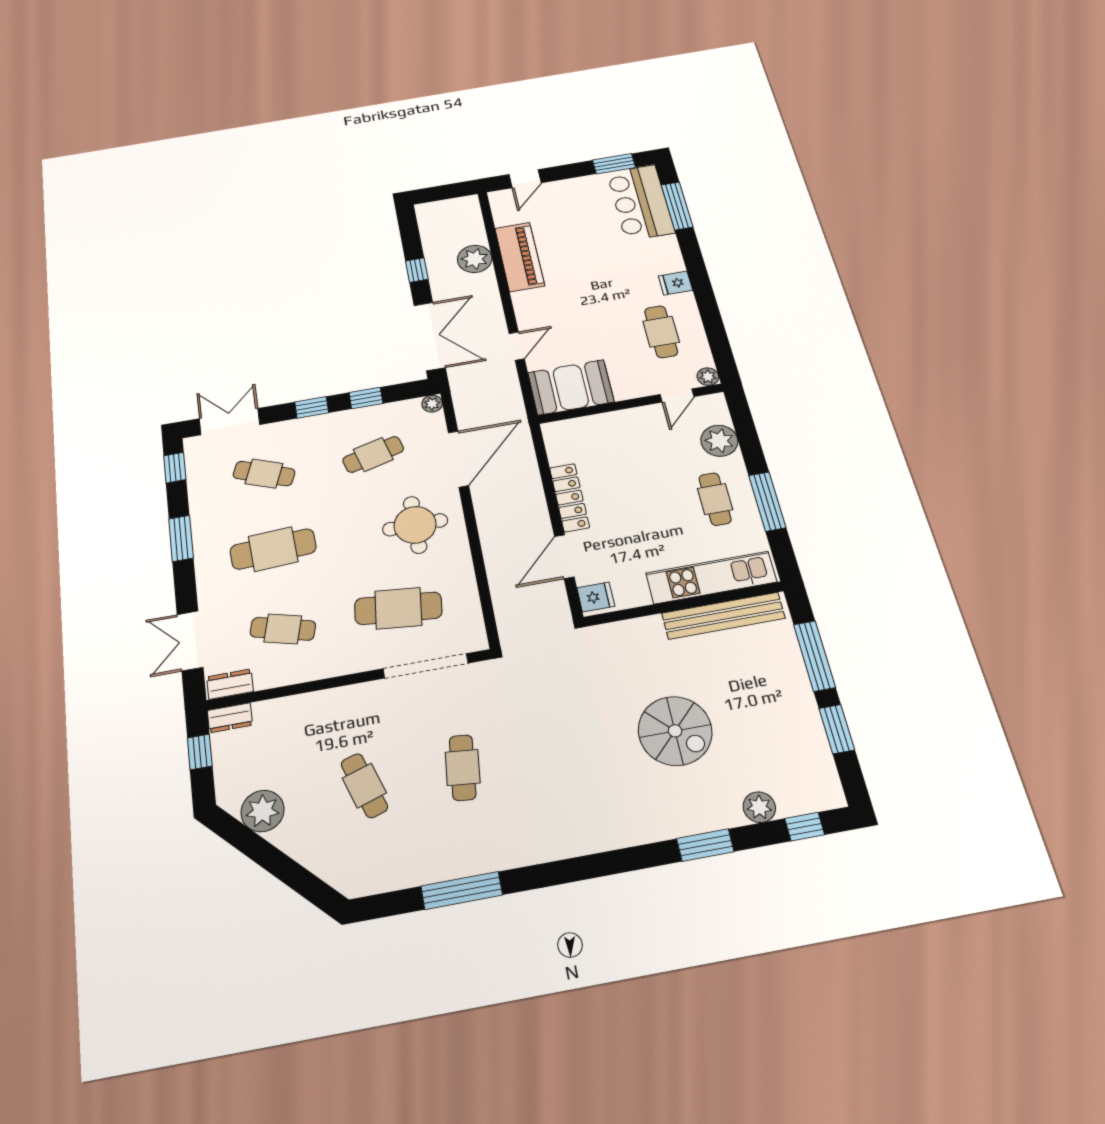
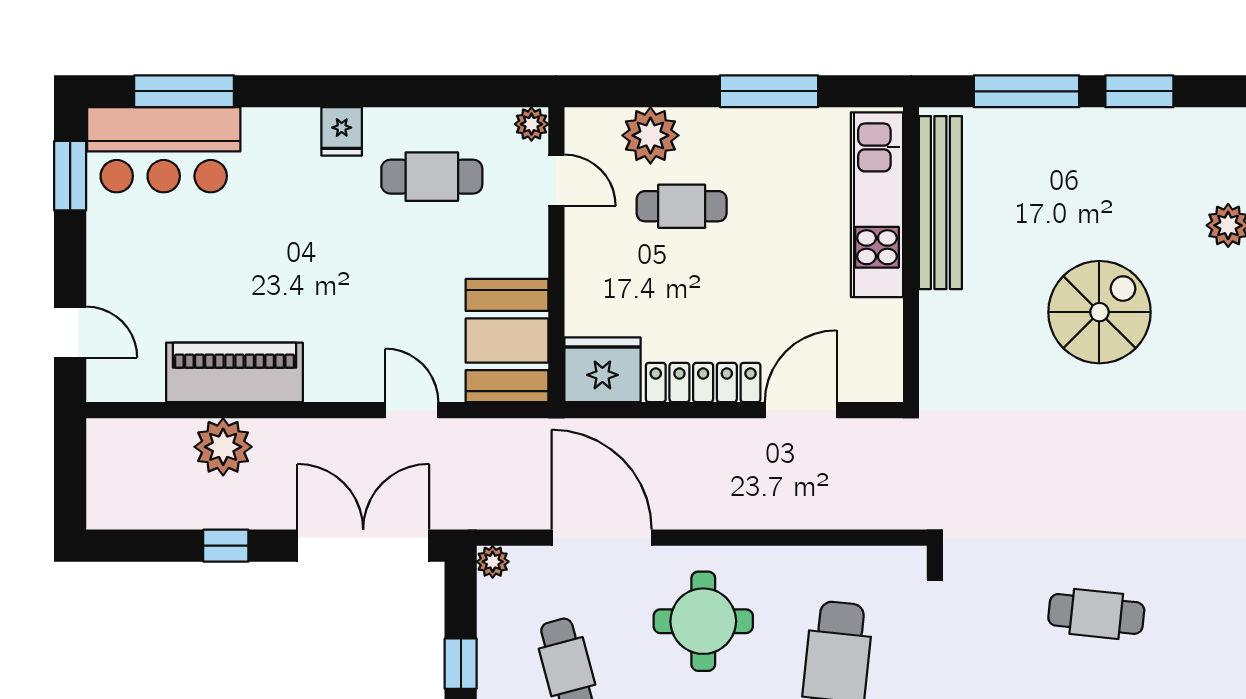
cafe table: (715, 499) -> (682, 206), moved
door: (564, 557) -> (801, 410), swing flipped
fridge: (596, 597) -> (602, 370), moved, width x1.88, depth x1.34

